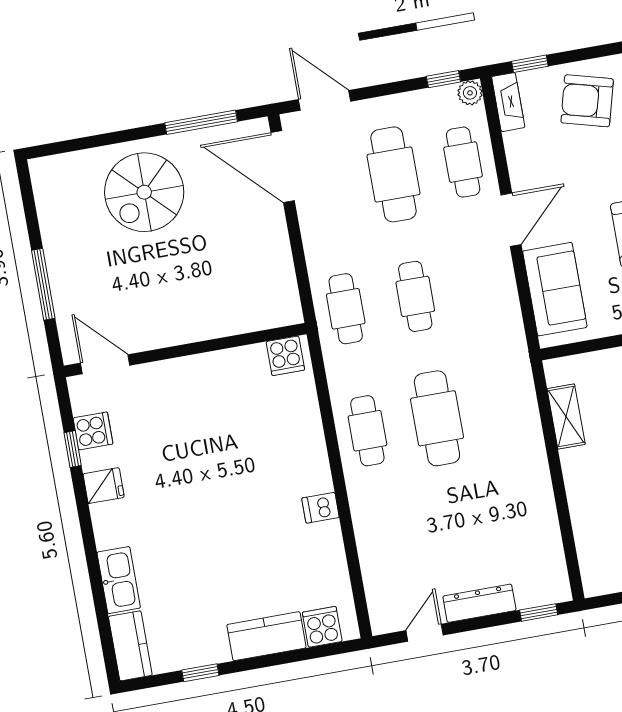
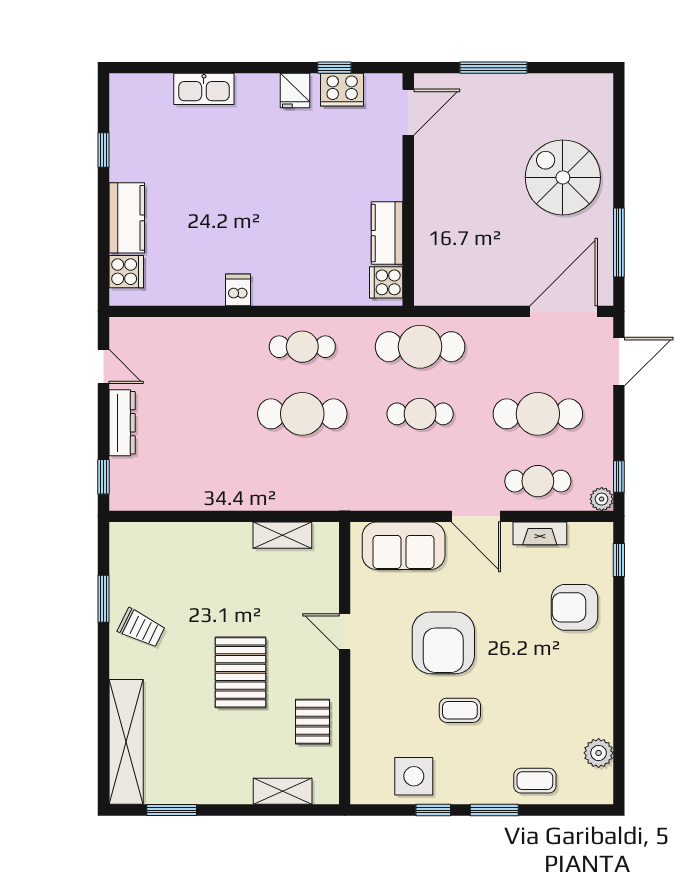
armchair: (587, 101) -> (575, 607), turned -105
fireplace: (508, 102) -> (540, 533), moved
cafe table: (346, 309) -> (420, 347), width x1.37, depth x1.35
cooker: (93, 431) -> (342, 90), width x1.36
kitchen counter: (130, 646) -> (387, 233), moved, turned 90

